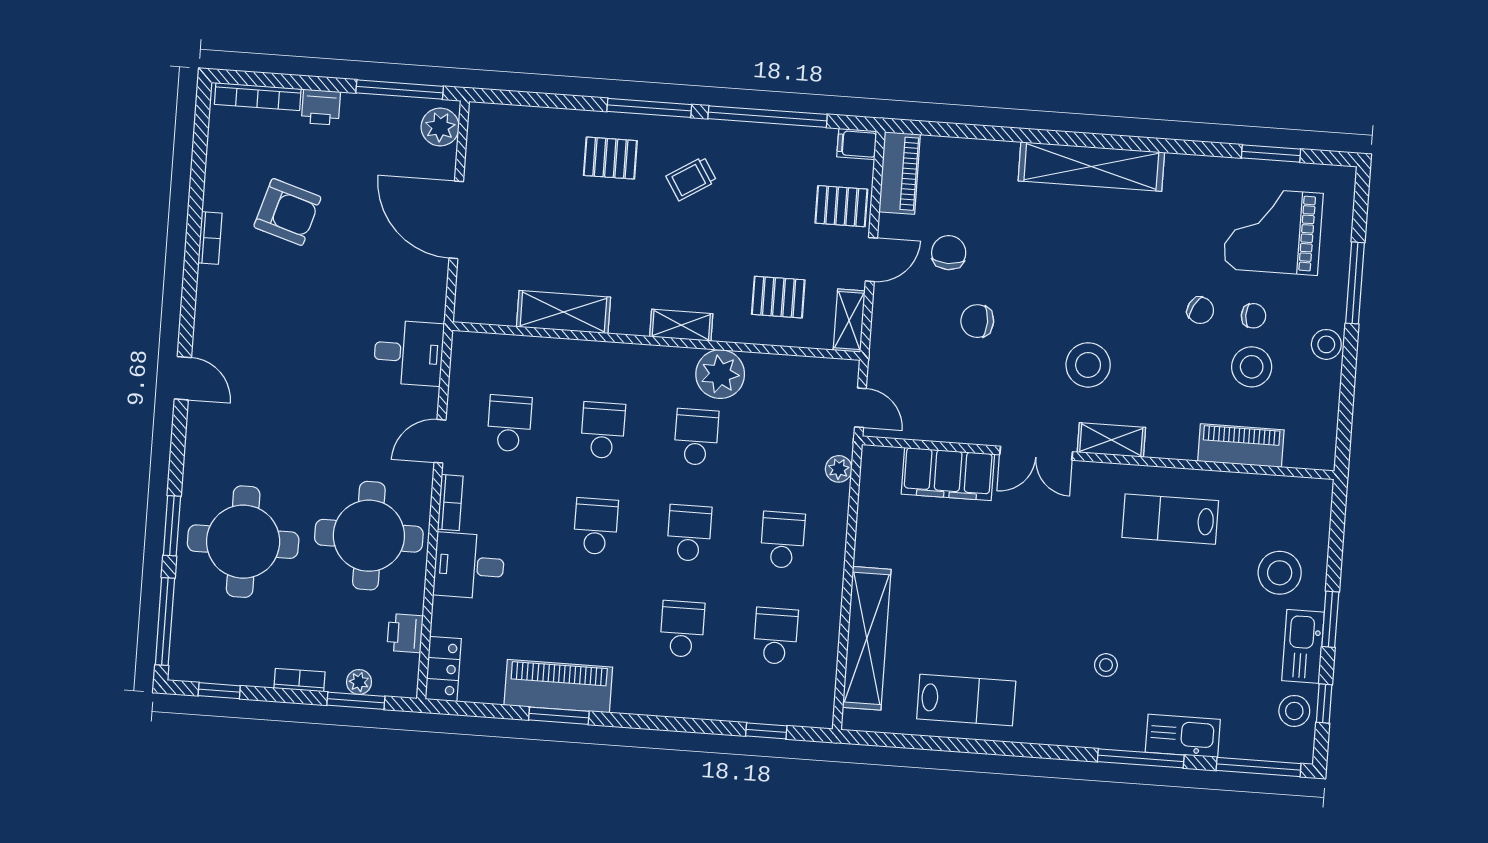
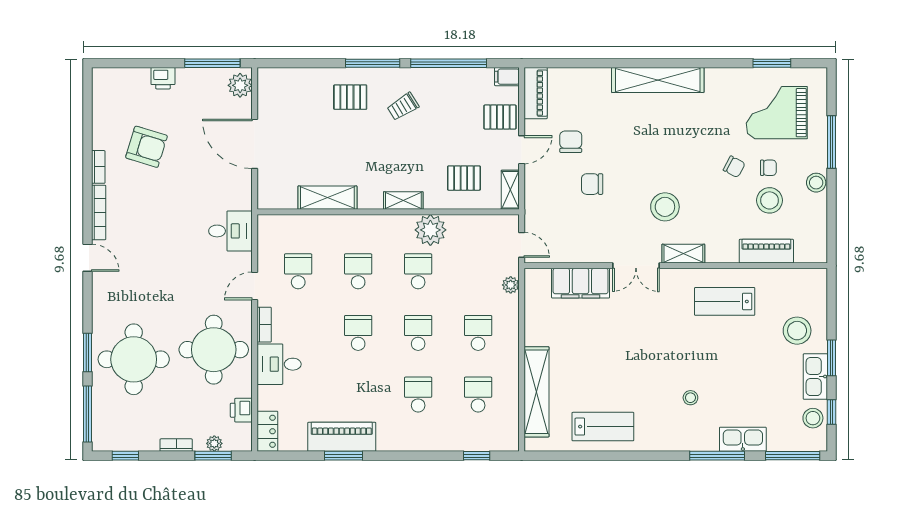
bookcase: (258, 97) -> (99, 212), moved, turned -90

